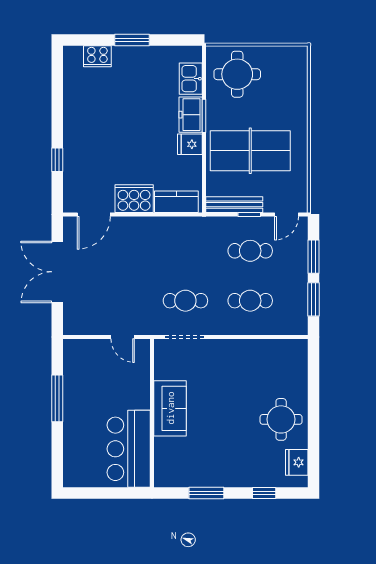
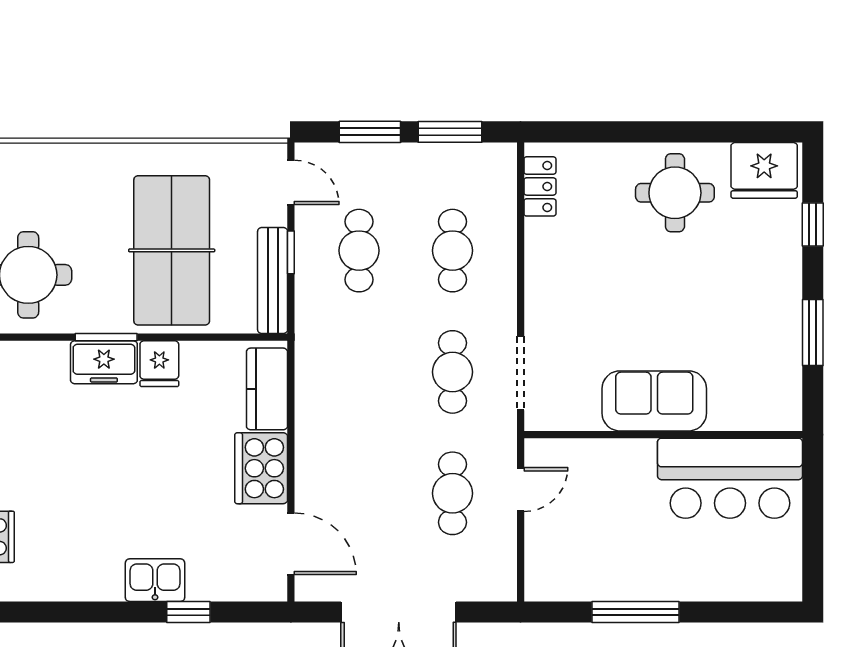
kitchen sink: (191, 79) -> (155, 580), moved, turned 180
cafe table: (121, 301) -> (452, 493), added
locker: (284, 347) -> (540, 186), added
fridge: (297, 462) -> (764, 170), width x1.36, depth x1.34

